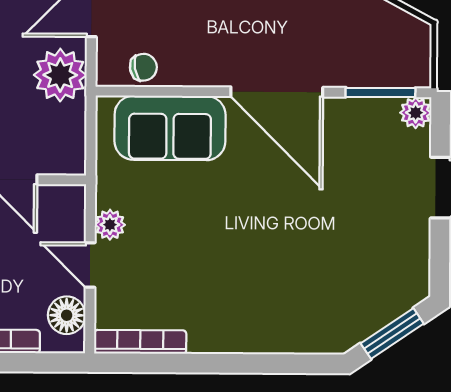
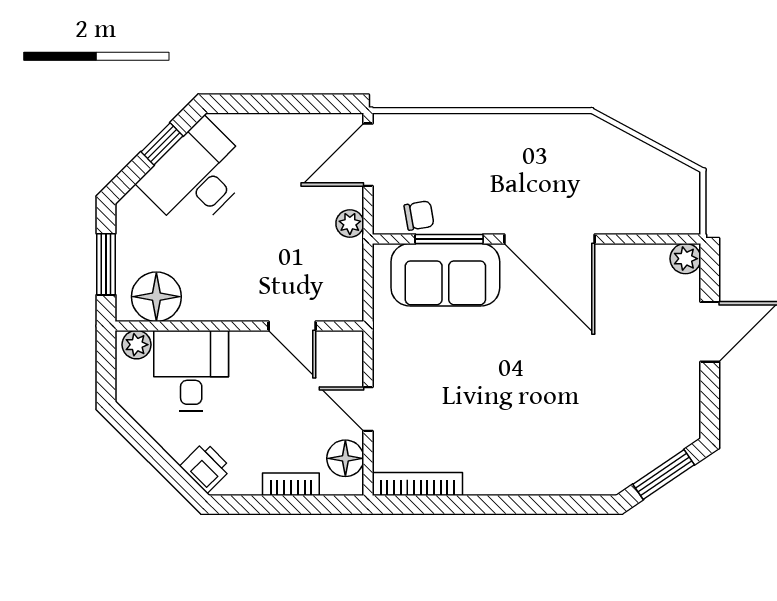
plant: (60, 75) -> (350, 224), width x0.53, depth x0.53
window: (380, 92) -> (449, 239), moved
plant: (110, 225) -> (387, 370), removed

